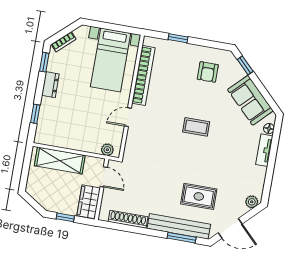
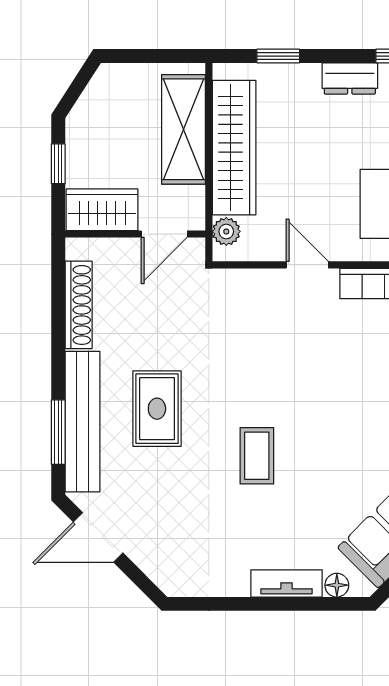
coffee table: (196, 127) -> (257, 456), moved
wardrobe: (72, 140) -> (234, 148), added
rug: (199, 196) -> (157, 409), moved
plant: (252, 202) -> (166, 575), removed
door: (230, 228) -> (98, 537), hinge flipped

